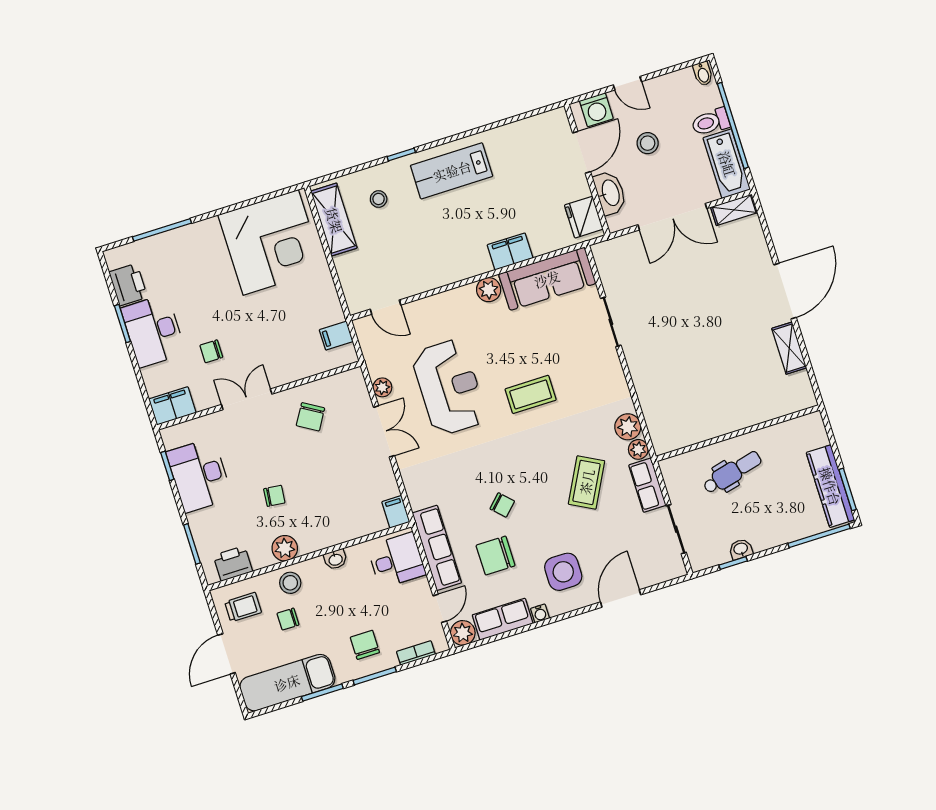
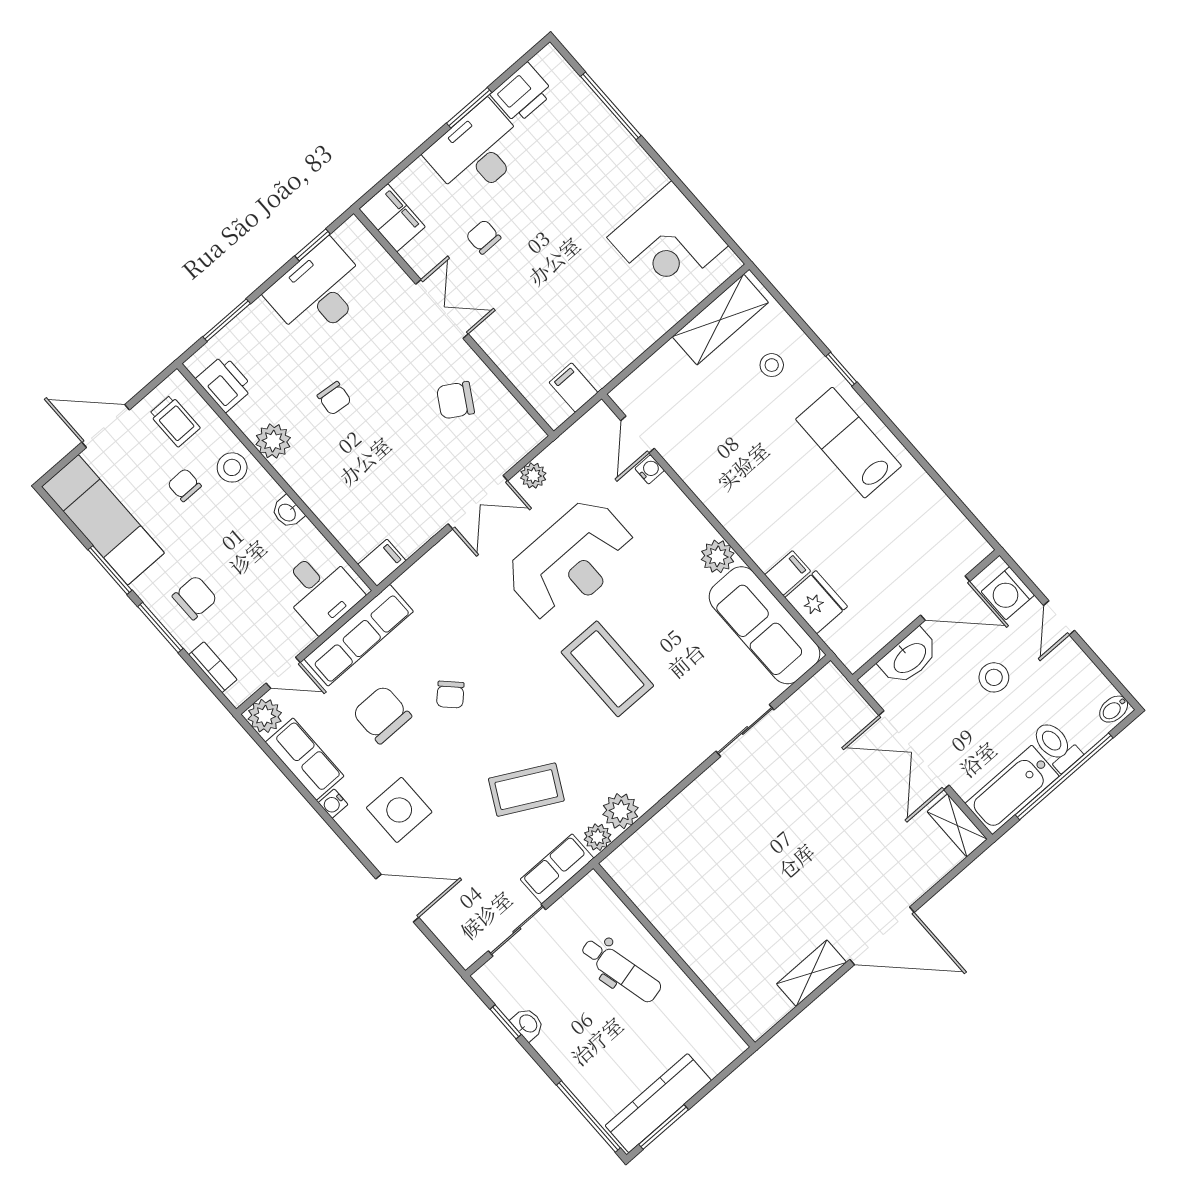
fridge: (584, 217) -> (816, 602), moved, turned 90
corner desk: (271, 242) -> (668, 241), width x0.74, depth x0.74
filing cabinet: (510, 251) -> (788, 573), width x0.50
water cooler: (412, 309) -> (650, 469), added
coffee table: (531, 394) -> (607, 669), width x1.36, depth x1.32

